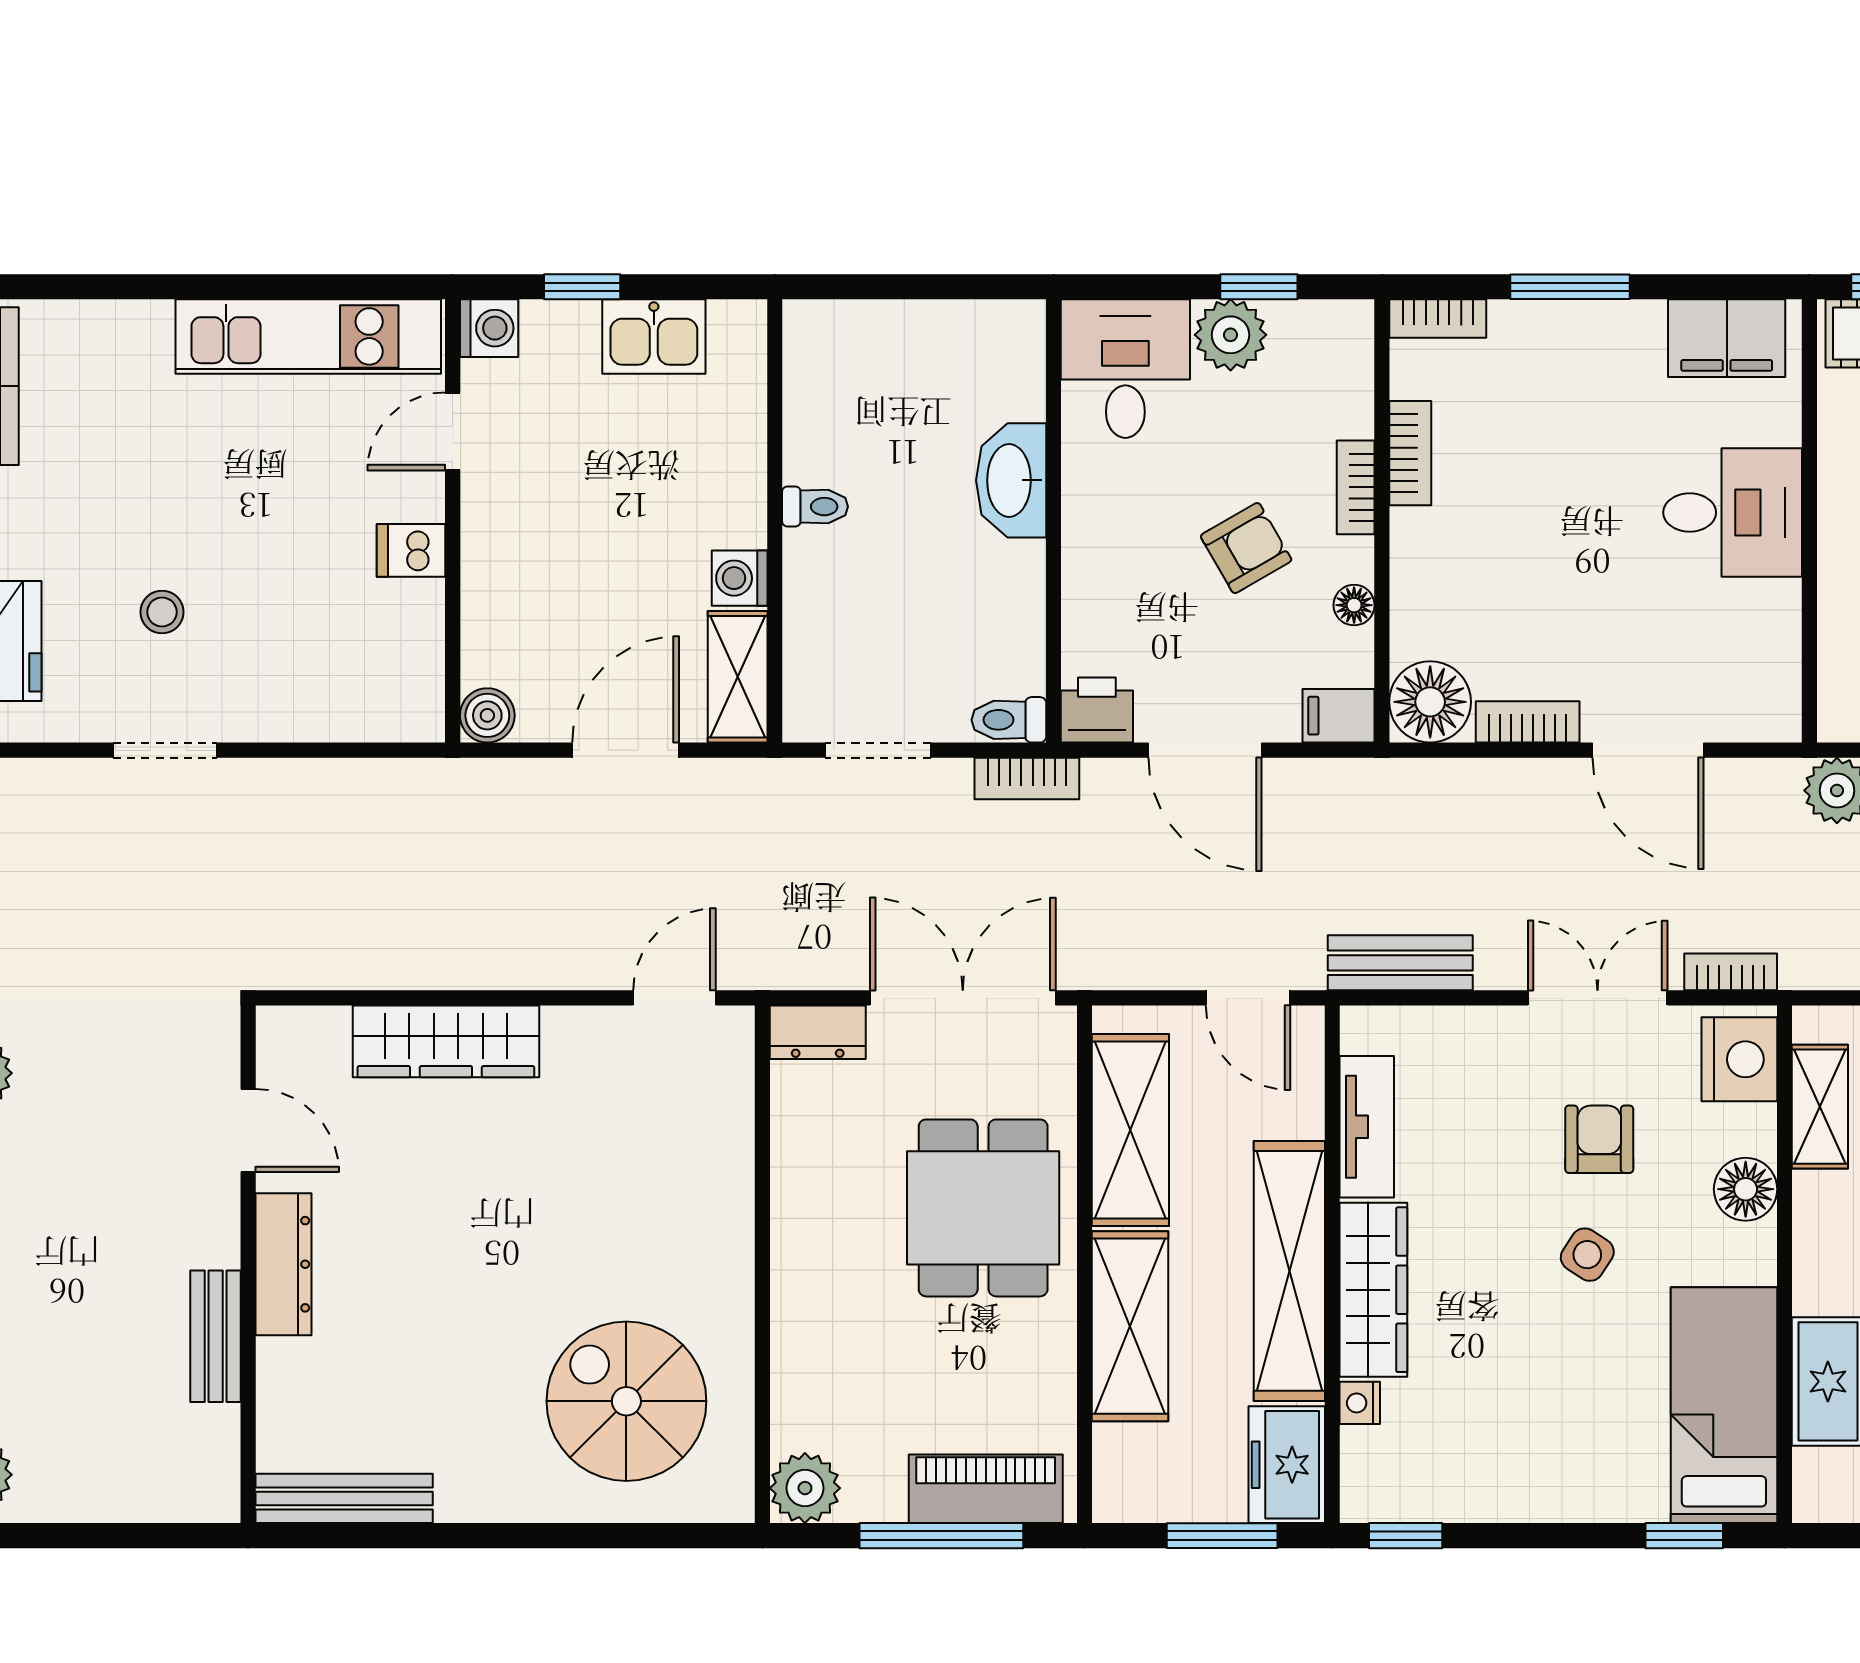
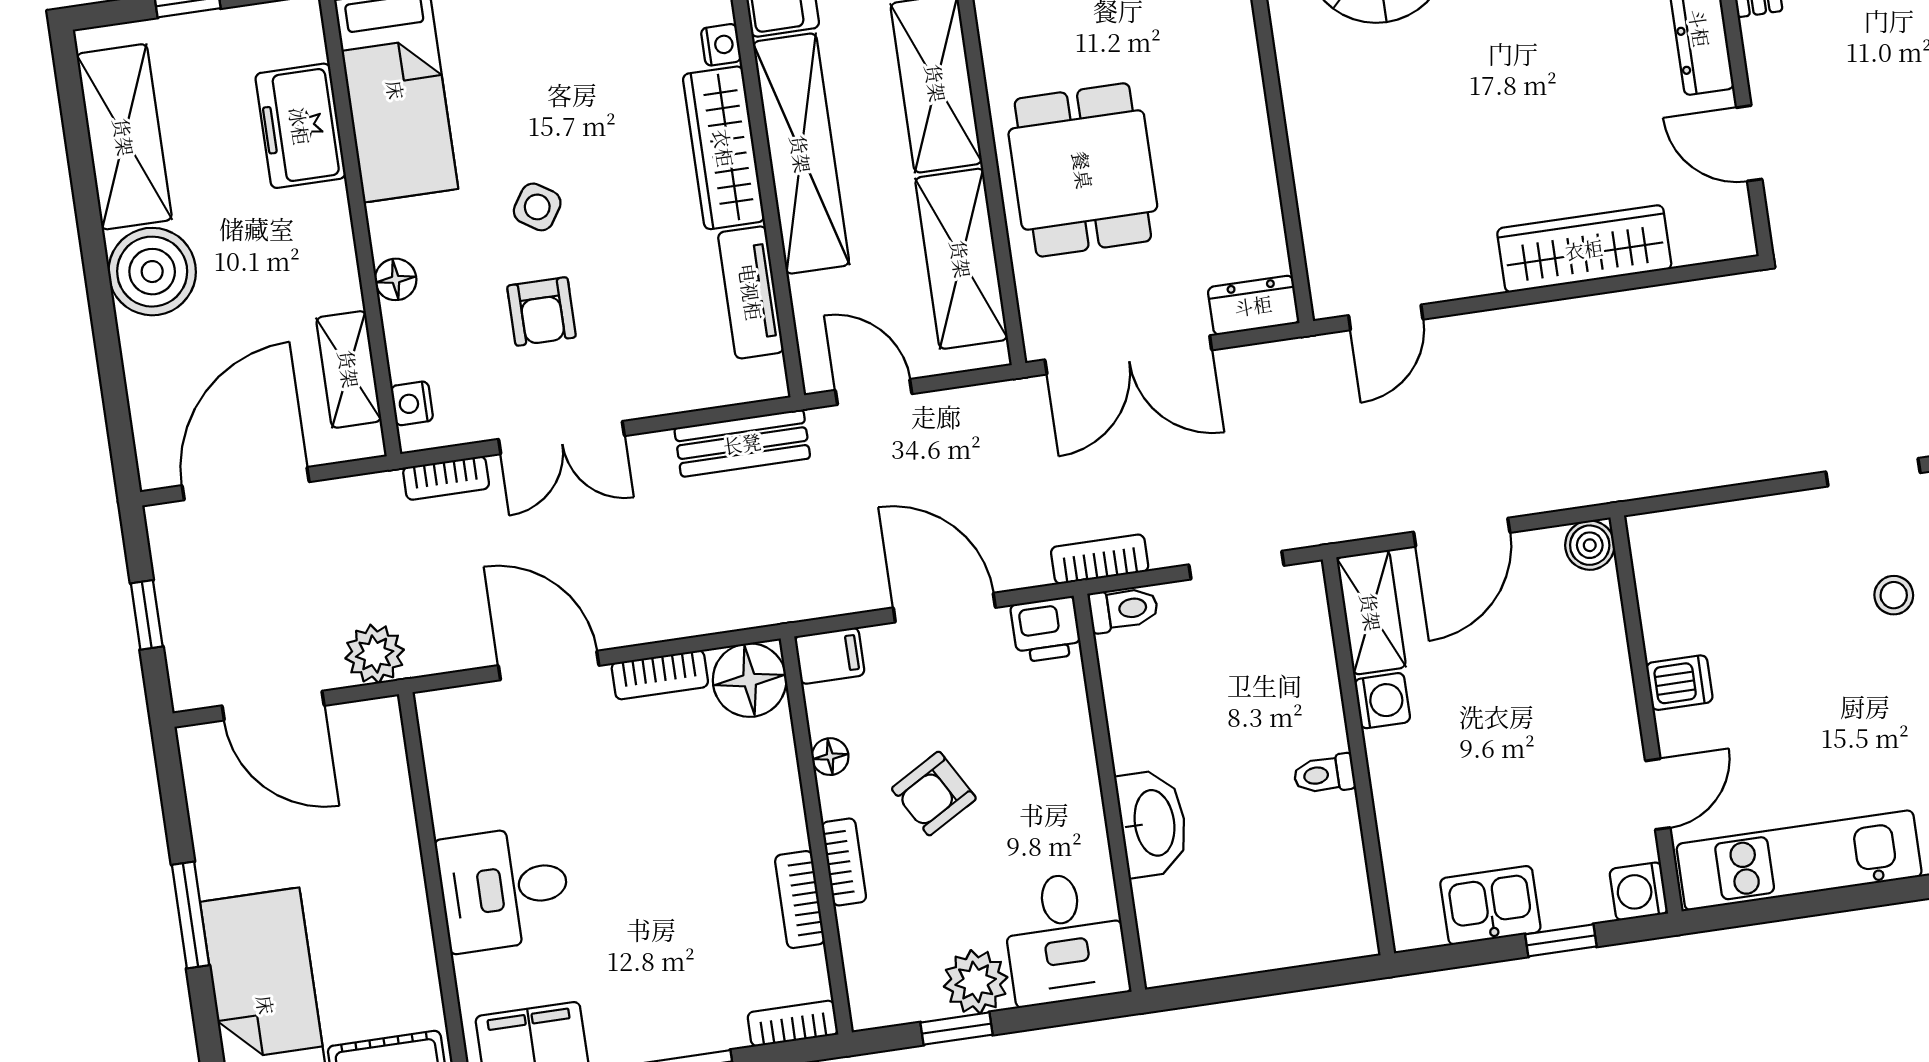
nightstand: (1739, 1059) -> (412, 403), width x0.53, depth x0.56
floor lamp: (1746, 1189) -> (396, 279), width x0.73, depth x0.73

